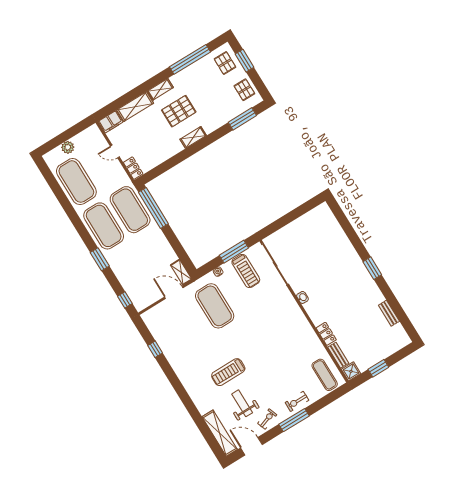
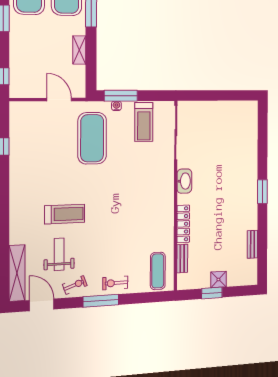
window: (234, 252) -> (121, 96), moved
shelving: (181, 272) -> (79, 50), moved
washbasin: (302, 297) -> (184, 181), width x1.91, depth x1.45
locker: (326, 334) -> (183, 224), width x1.53
shower: (351, 371) -> (218, 279), moved
treadmill: (228, 372) -> (65, 214), turned 180

